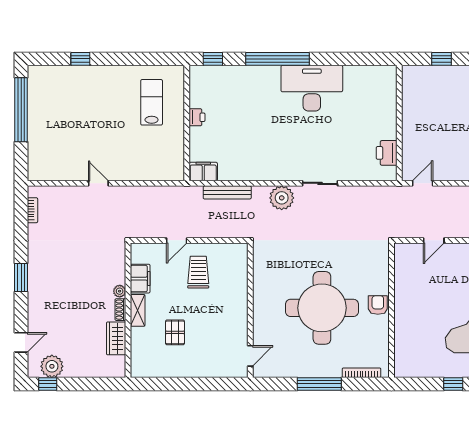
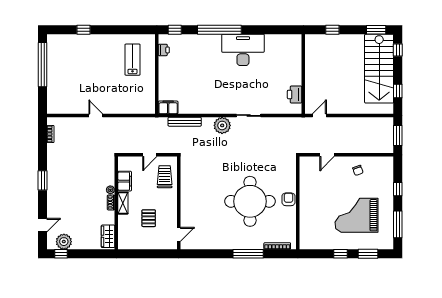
printer: (197, 117) -> (164, 50), moved
wall: (250, 310) -> (179, 203), moved
wardrobe: (116, 338) -> (108, 236), moved
door: (250, 356) -> (179, 234), moved

